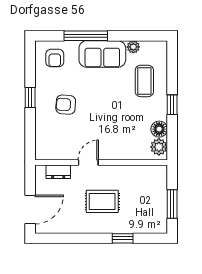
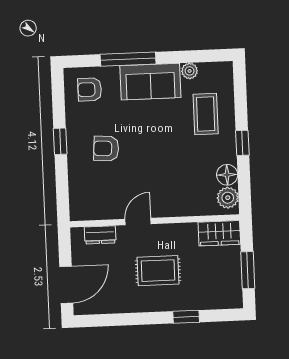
armchair: (55, 58) -> (90, 89), turned 90
wardrobe: (151, 174) -> (219, 233), added

